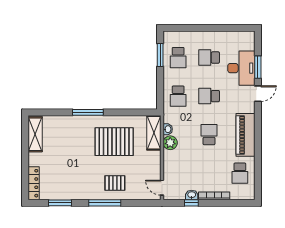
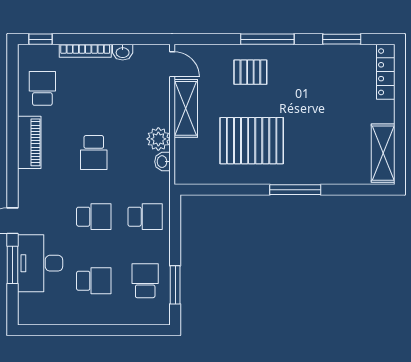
school desk: (178, 96) -> (145, 217), turned 90
shelving: (154, 133) -> (186, 108), moved
piano: (245, 135) -> (29, 142), width x0.73, depth x0.75
window: (191, 203) -> (40, 39), moved

